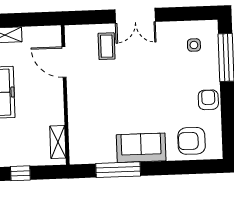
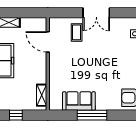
sofa: (141, 148) -> (79, 101), moved
window: (118, 170) -> (92, 115), moved

